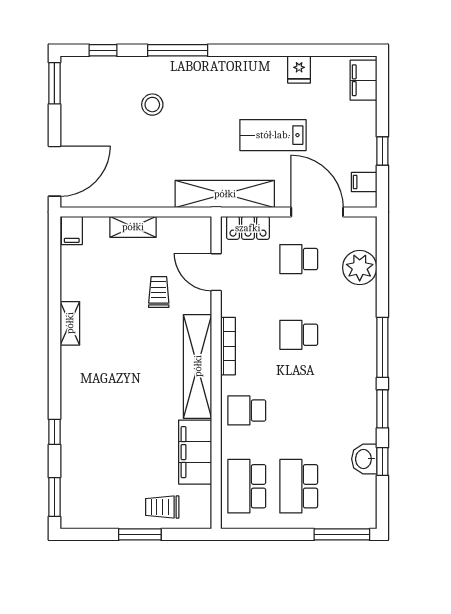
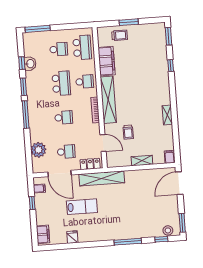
stool: (152, 105) -> (168, 230), moved
school desk: (299, 410) -> (61, 83), added
school desk: (299, 486) -> (59, 49), width x0.54

